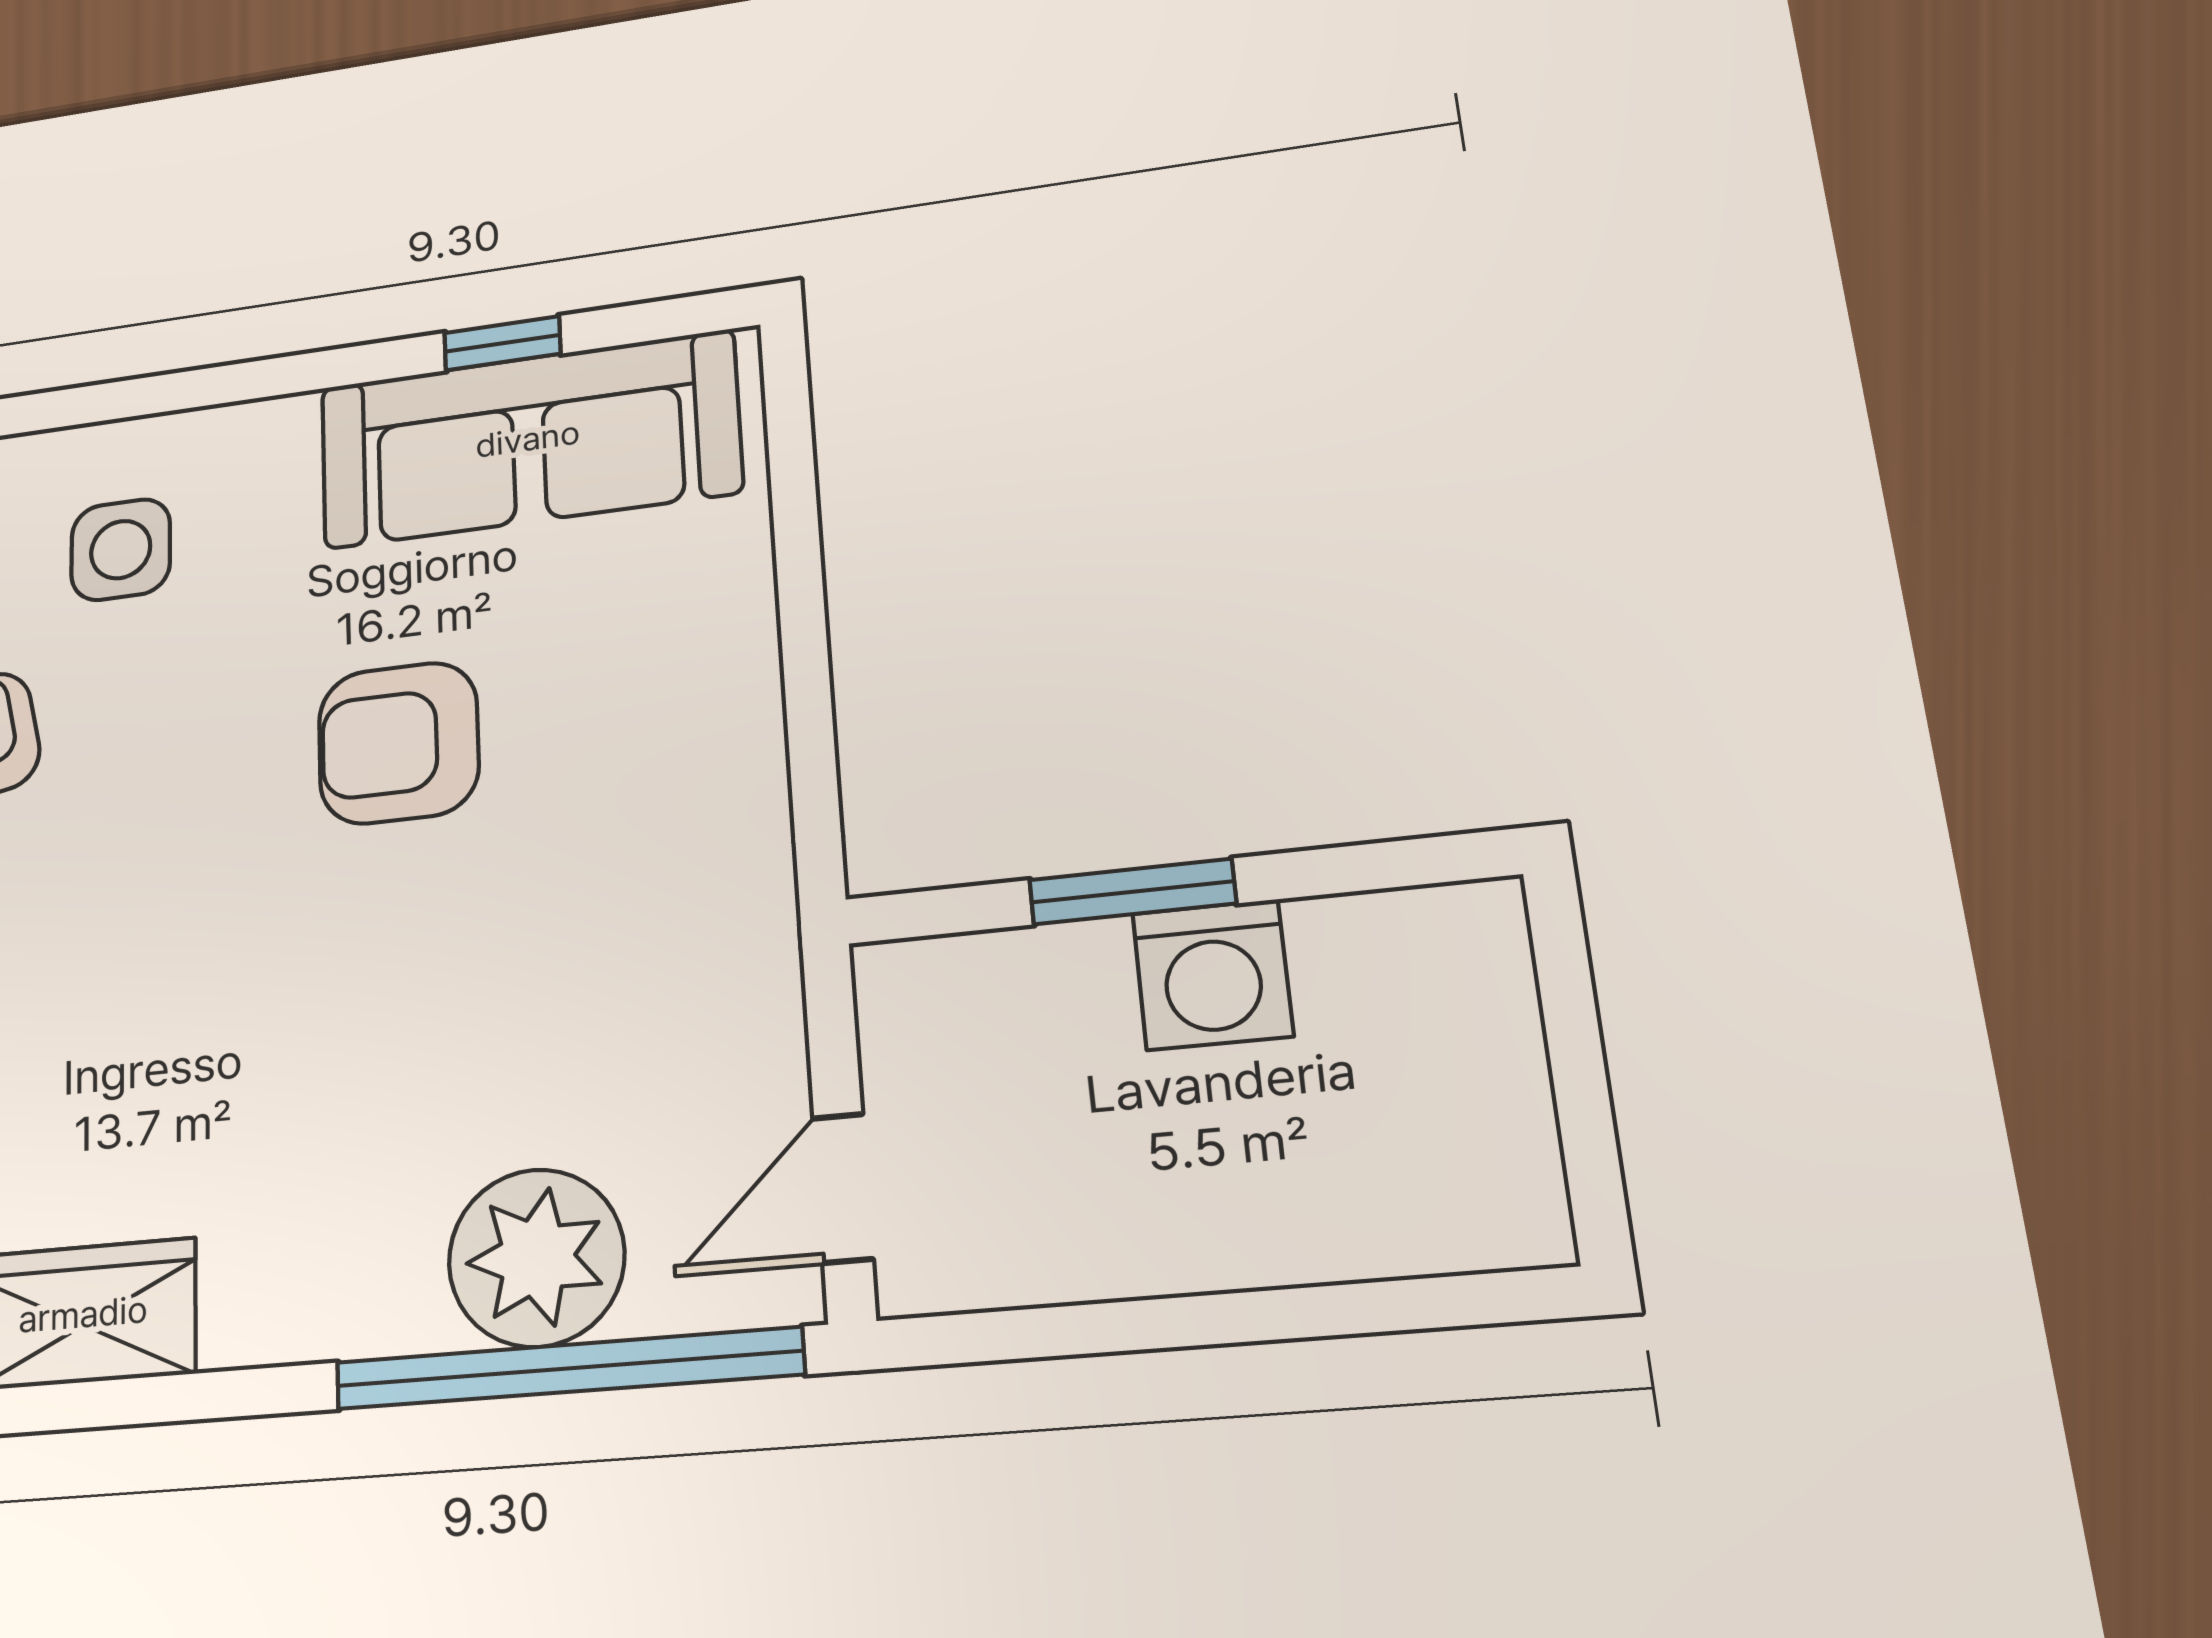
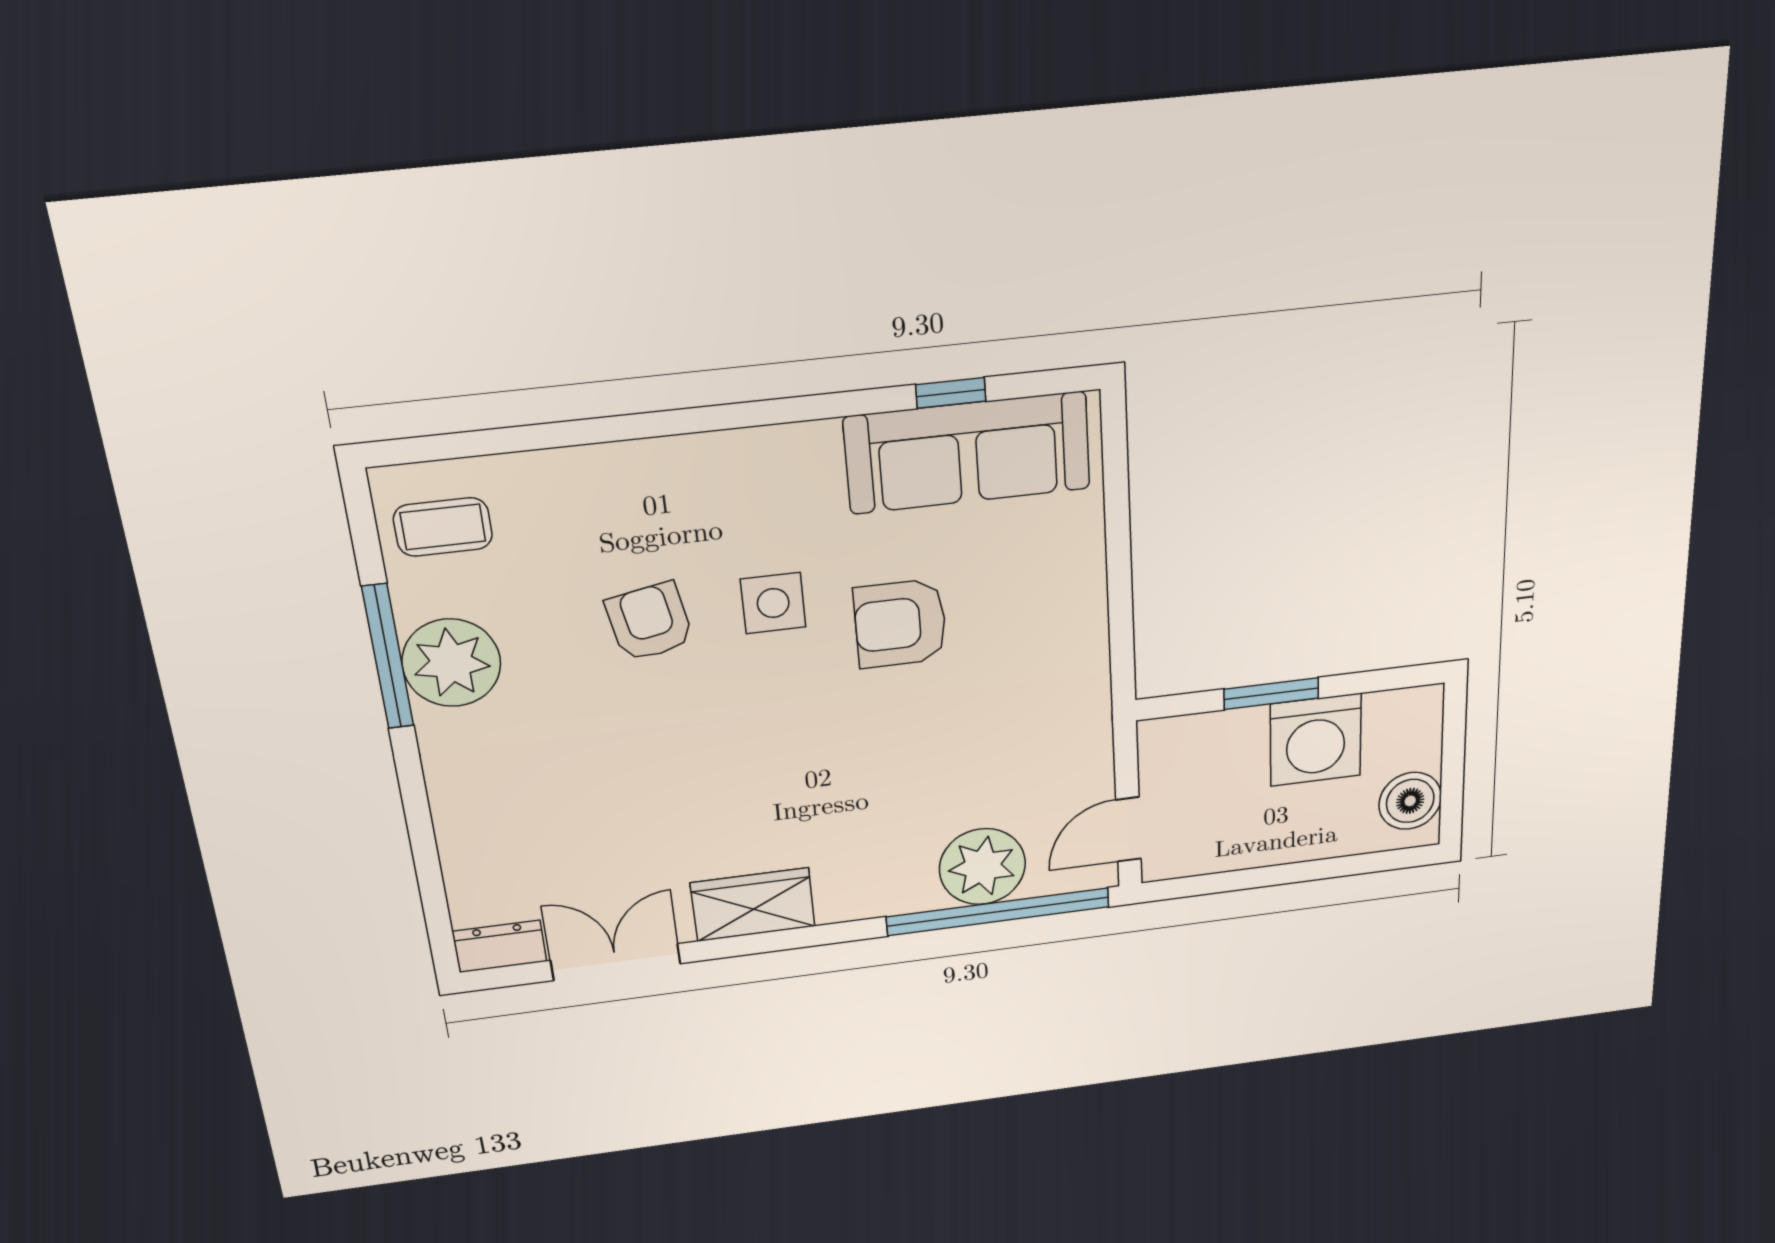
side table: (121, 550) -> (773, 603), moved
washing machine: (1212, 975) -> (1316, 740), width x1.37, depth x1.37
boiler: (1488, 1152) -> (1410, 801), added

